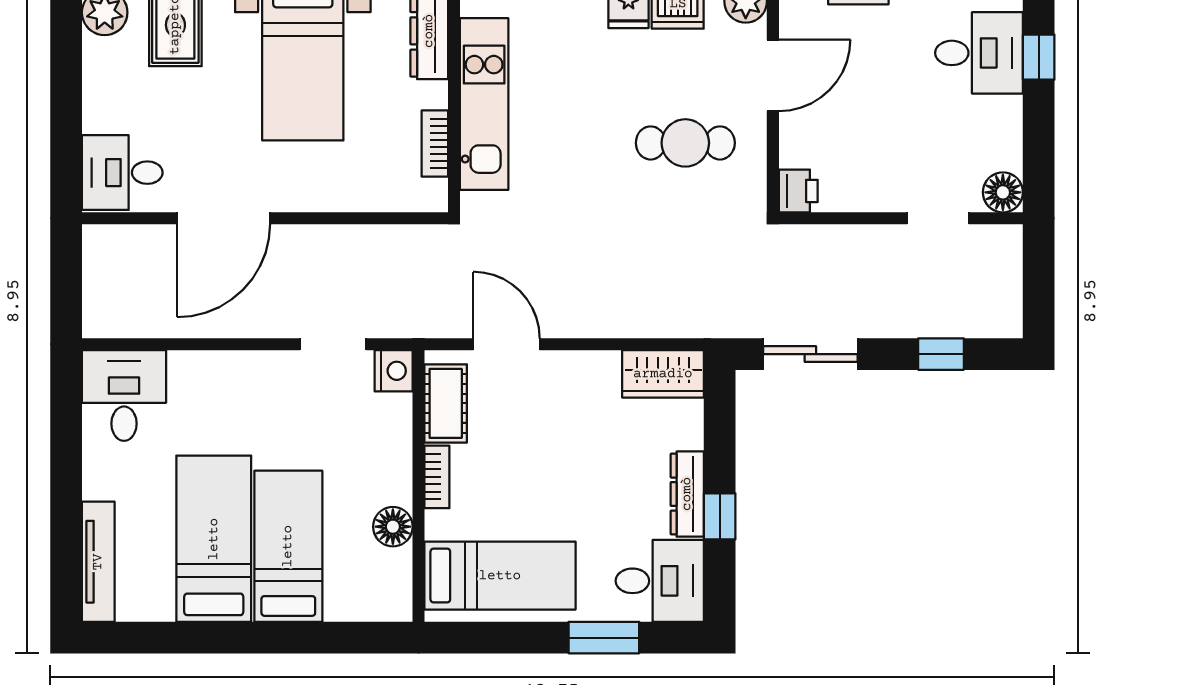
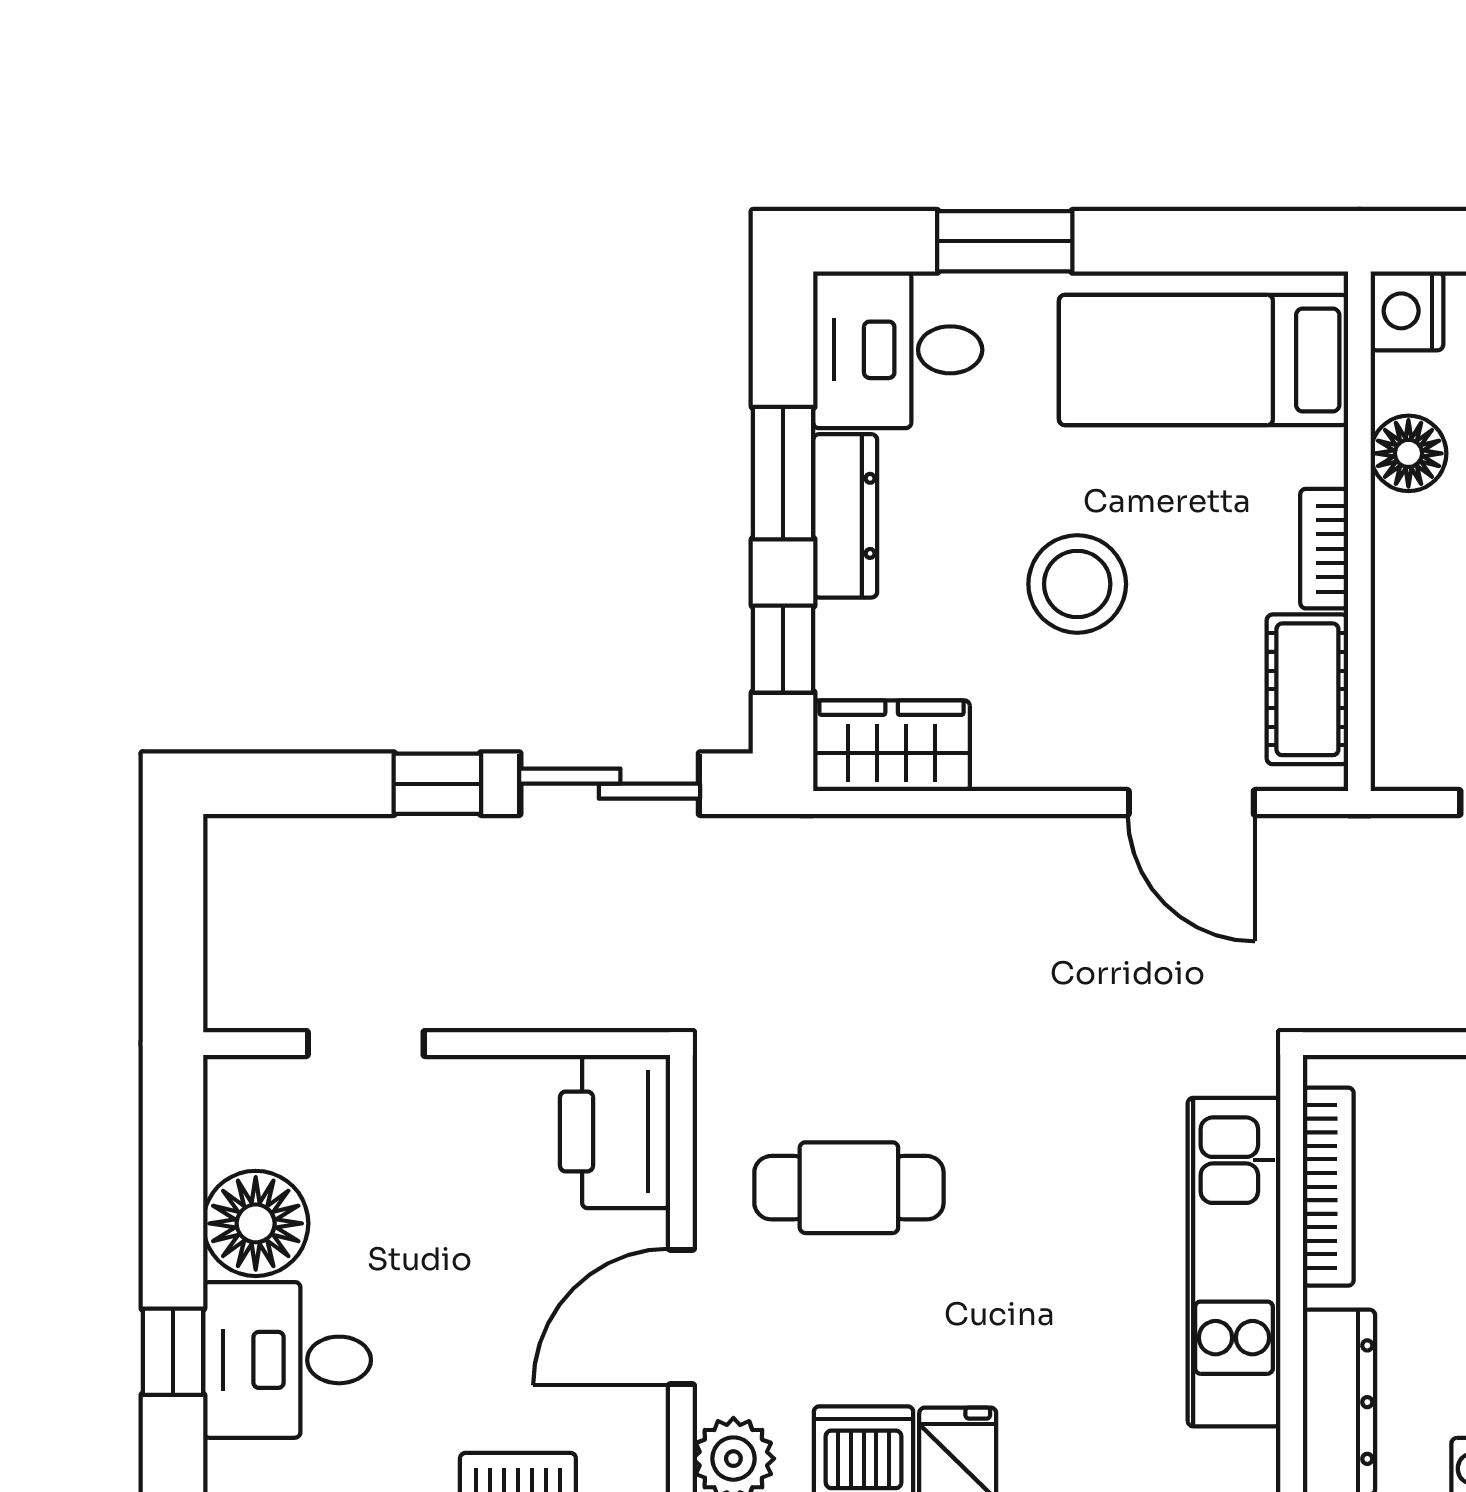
bookcase: (435, 144) -> (1328, 1187), width x1.56
printer: (798, 191) -> (615, 1131), width x1.87, depth x1.48
floor lamp: (1003, 192) -> (256, 1223), moved, width x1.38, depth x1.38
window: (941, 354) -> (437, 784), moved
nightstand: (394, 371) -> (1407, 311), moved
window: (720, 424) -> (783, 649), added
stool: (566, 458) -> (1077, 584), added
window: (720, 516) -> (783, 473), width x1.50

